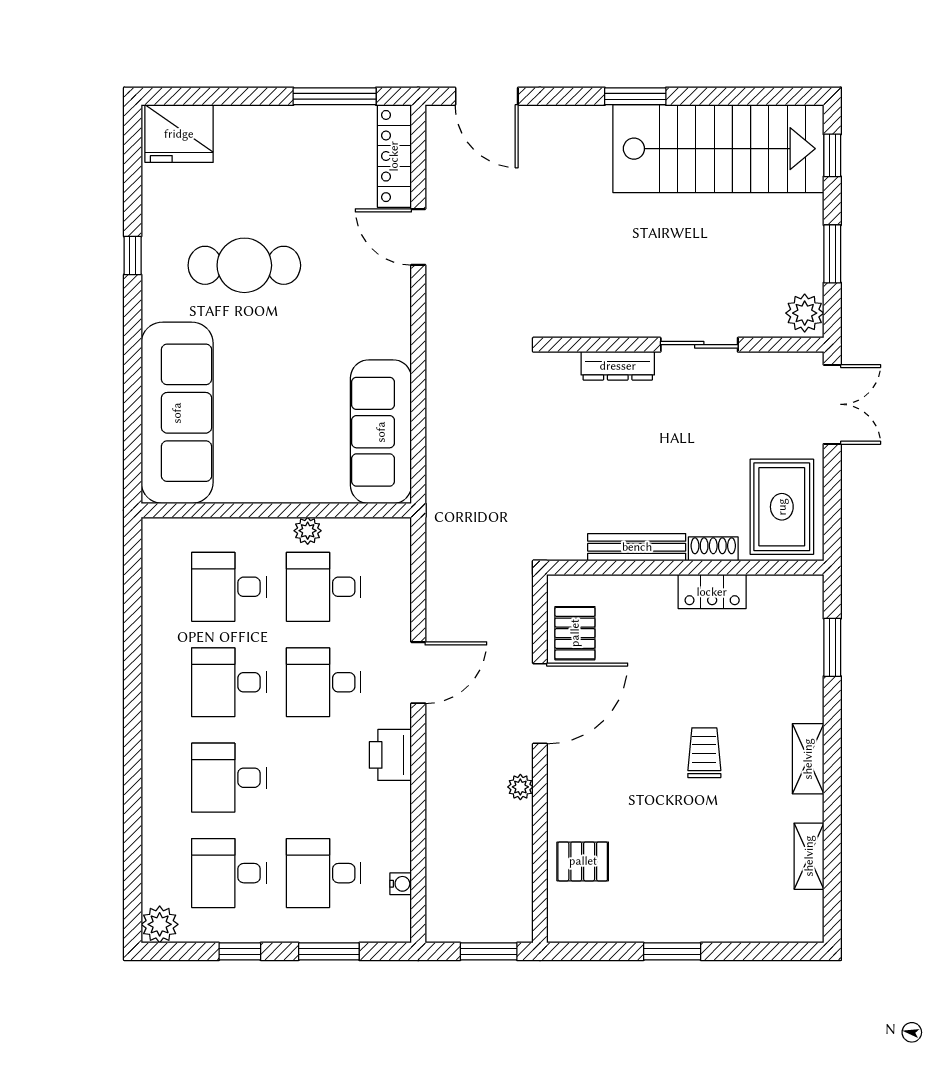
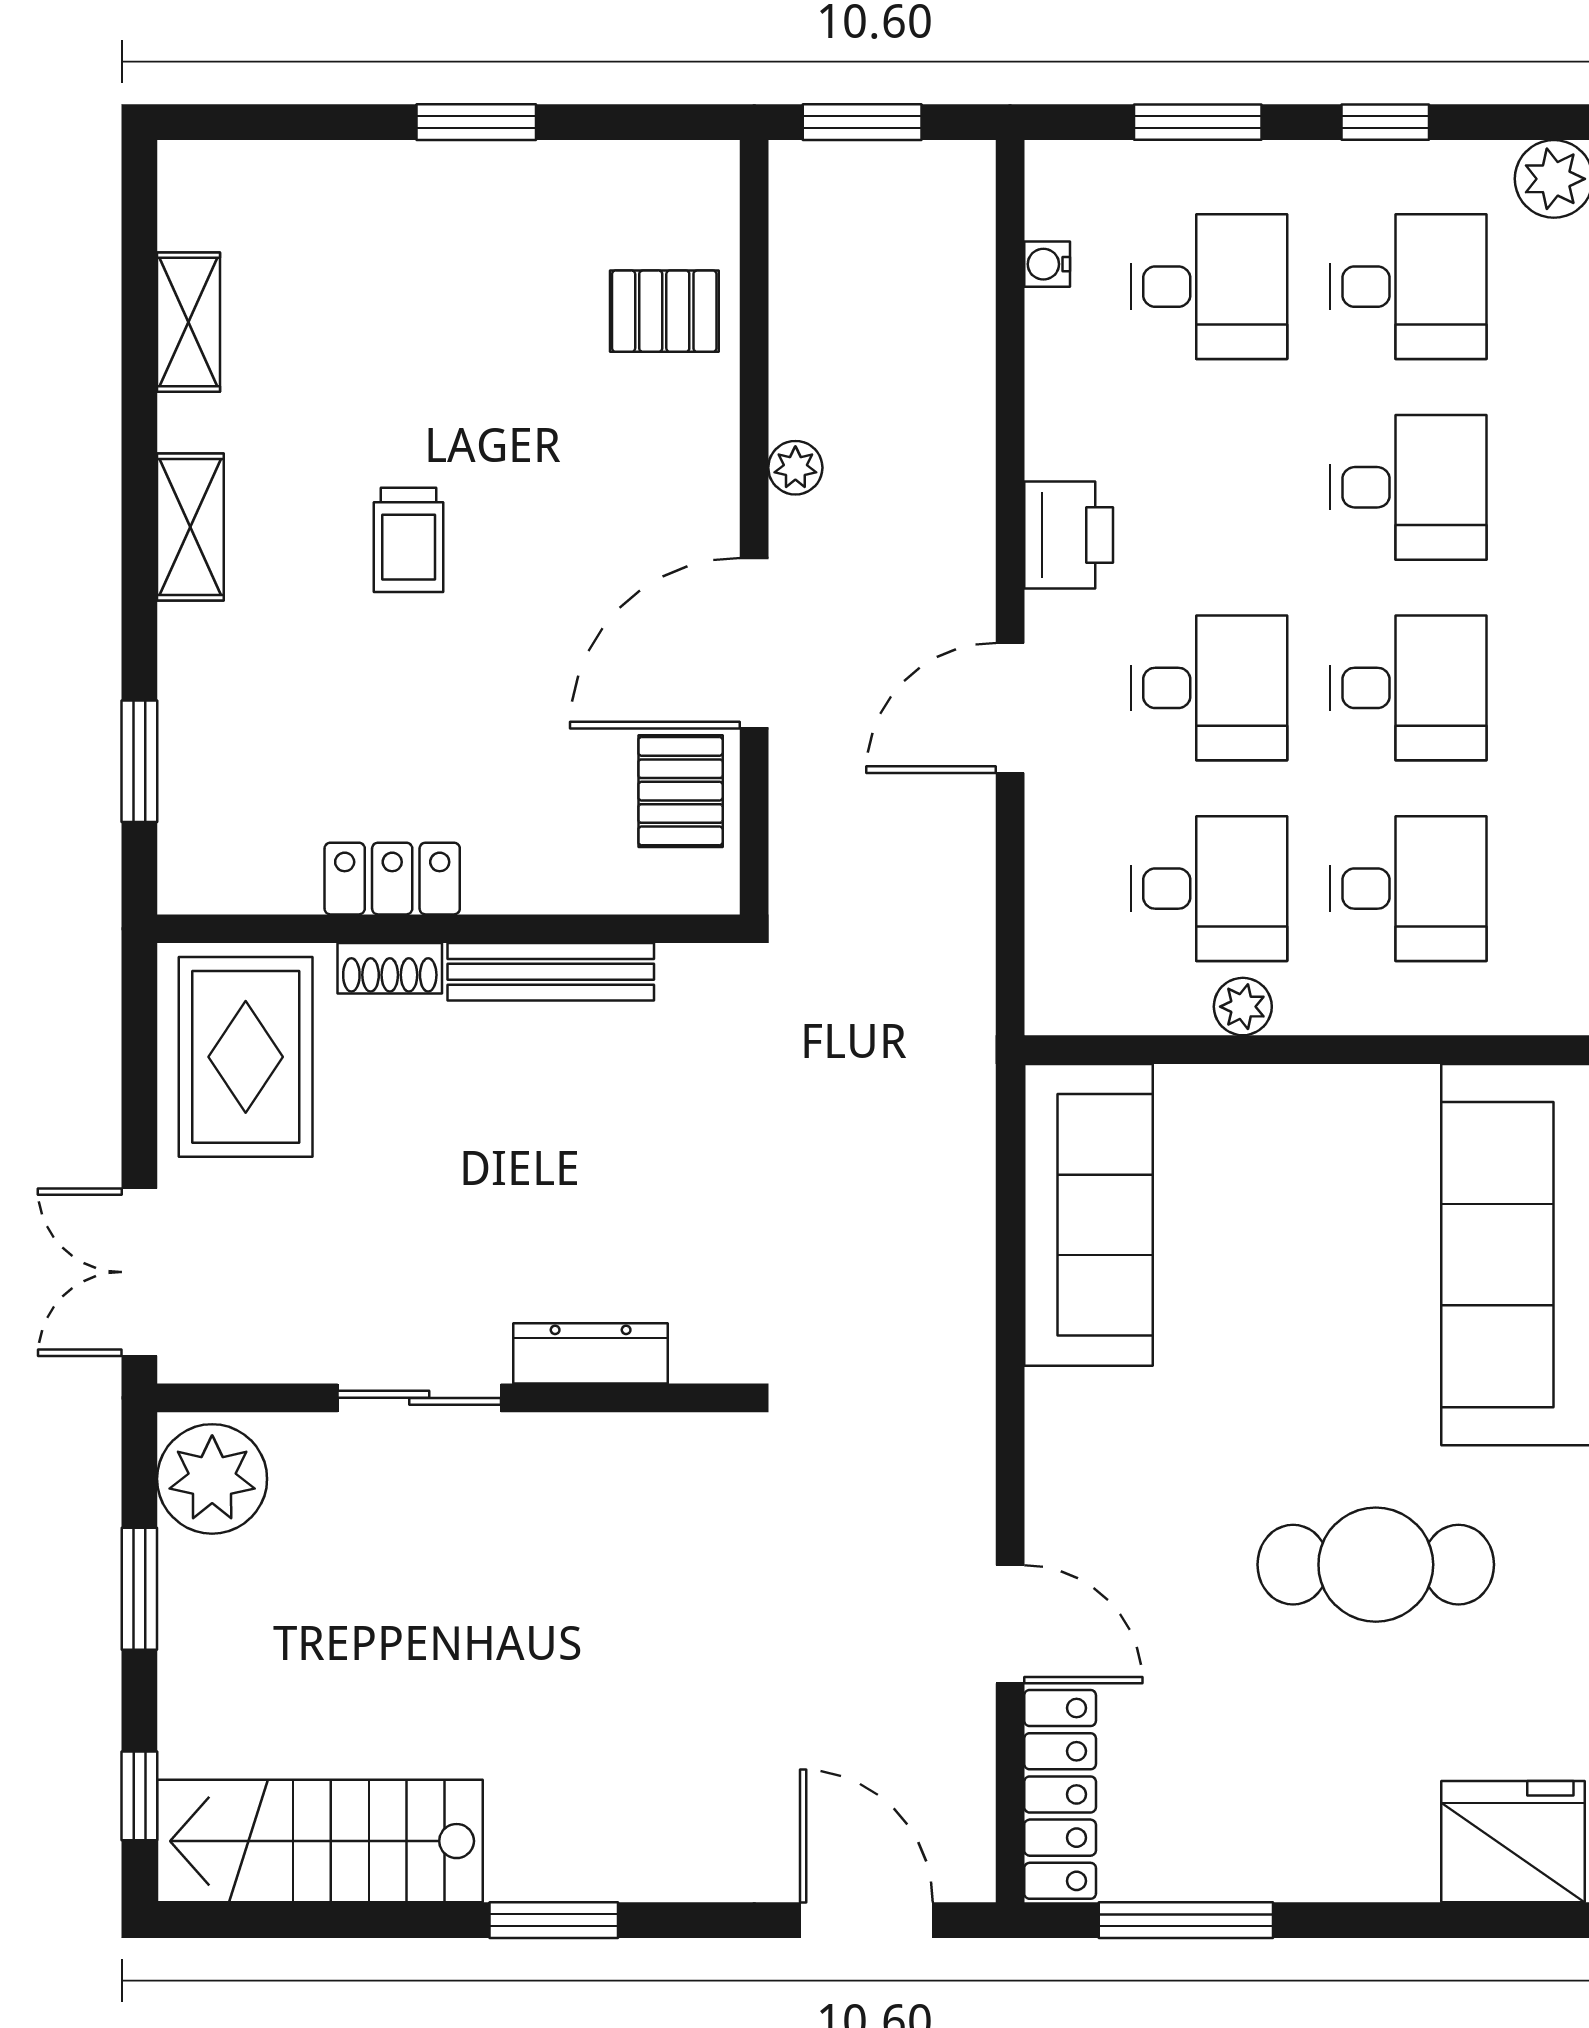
stairs: (718, 149) -> (320, 1841), width x0.73, depth x0.66
plant: (805, 313) -> (212, 1479), width x1.36, depth x1.36

